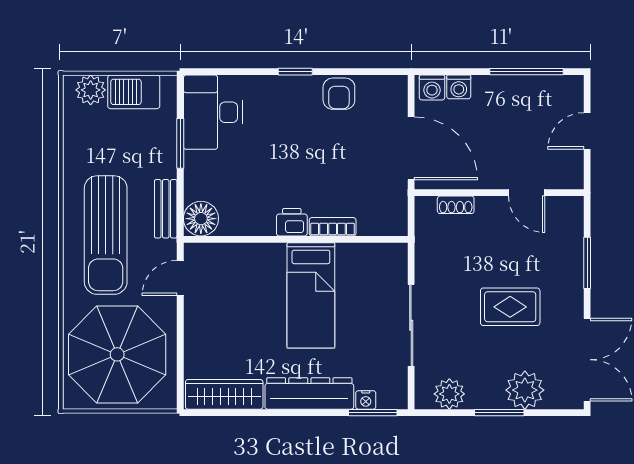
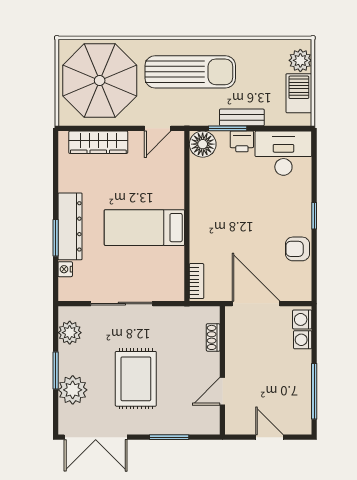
window: (180, 143) -> (228, 128), moved
door: (411, 148) -> (256, 304), swing flipped
bench: (166, 209) -> (242, 117), moved
printer: (292, 222) -> (242, 141), moved, turned 90
bookcase: (333, 227) -> (197, 281), moved
sun lounger: (106, 235) -> (190, 72), turned 180
door: (180, 278) -> (158, 128), swing flipped
rug: (510, 307) -> (136, 379), width x1.36, depth x1.43
wardrobe: (224, 394) -> (98, 142), moved, turned 90
window: (373, 413) -> (56, 238), moved

